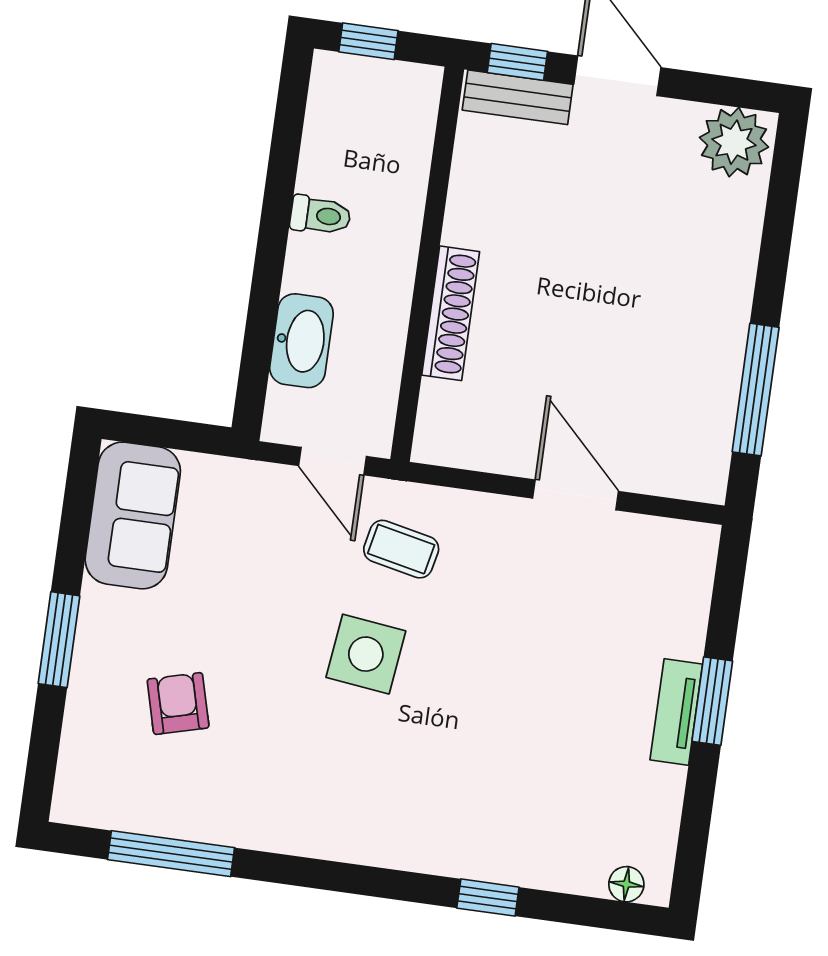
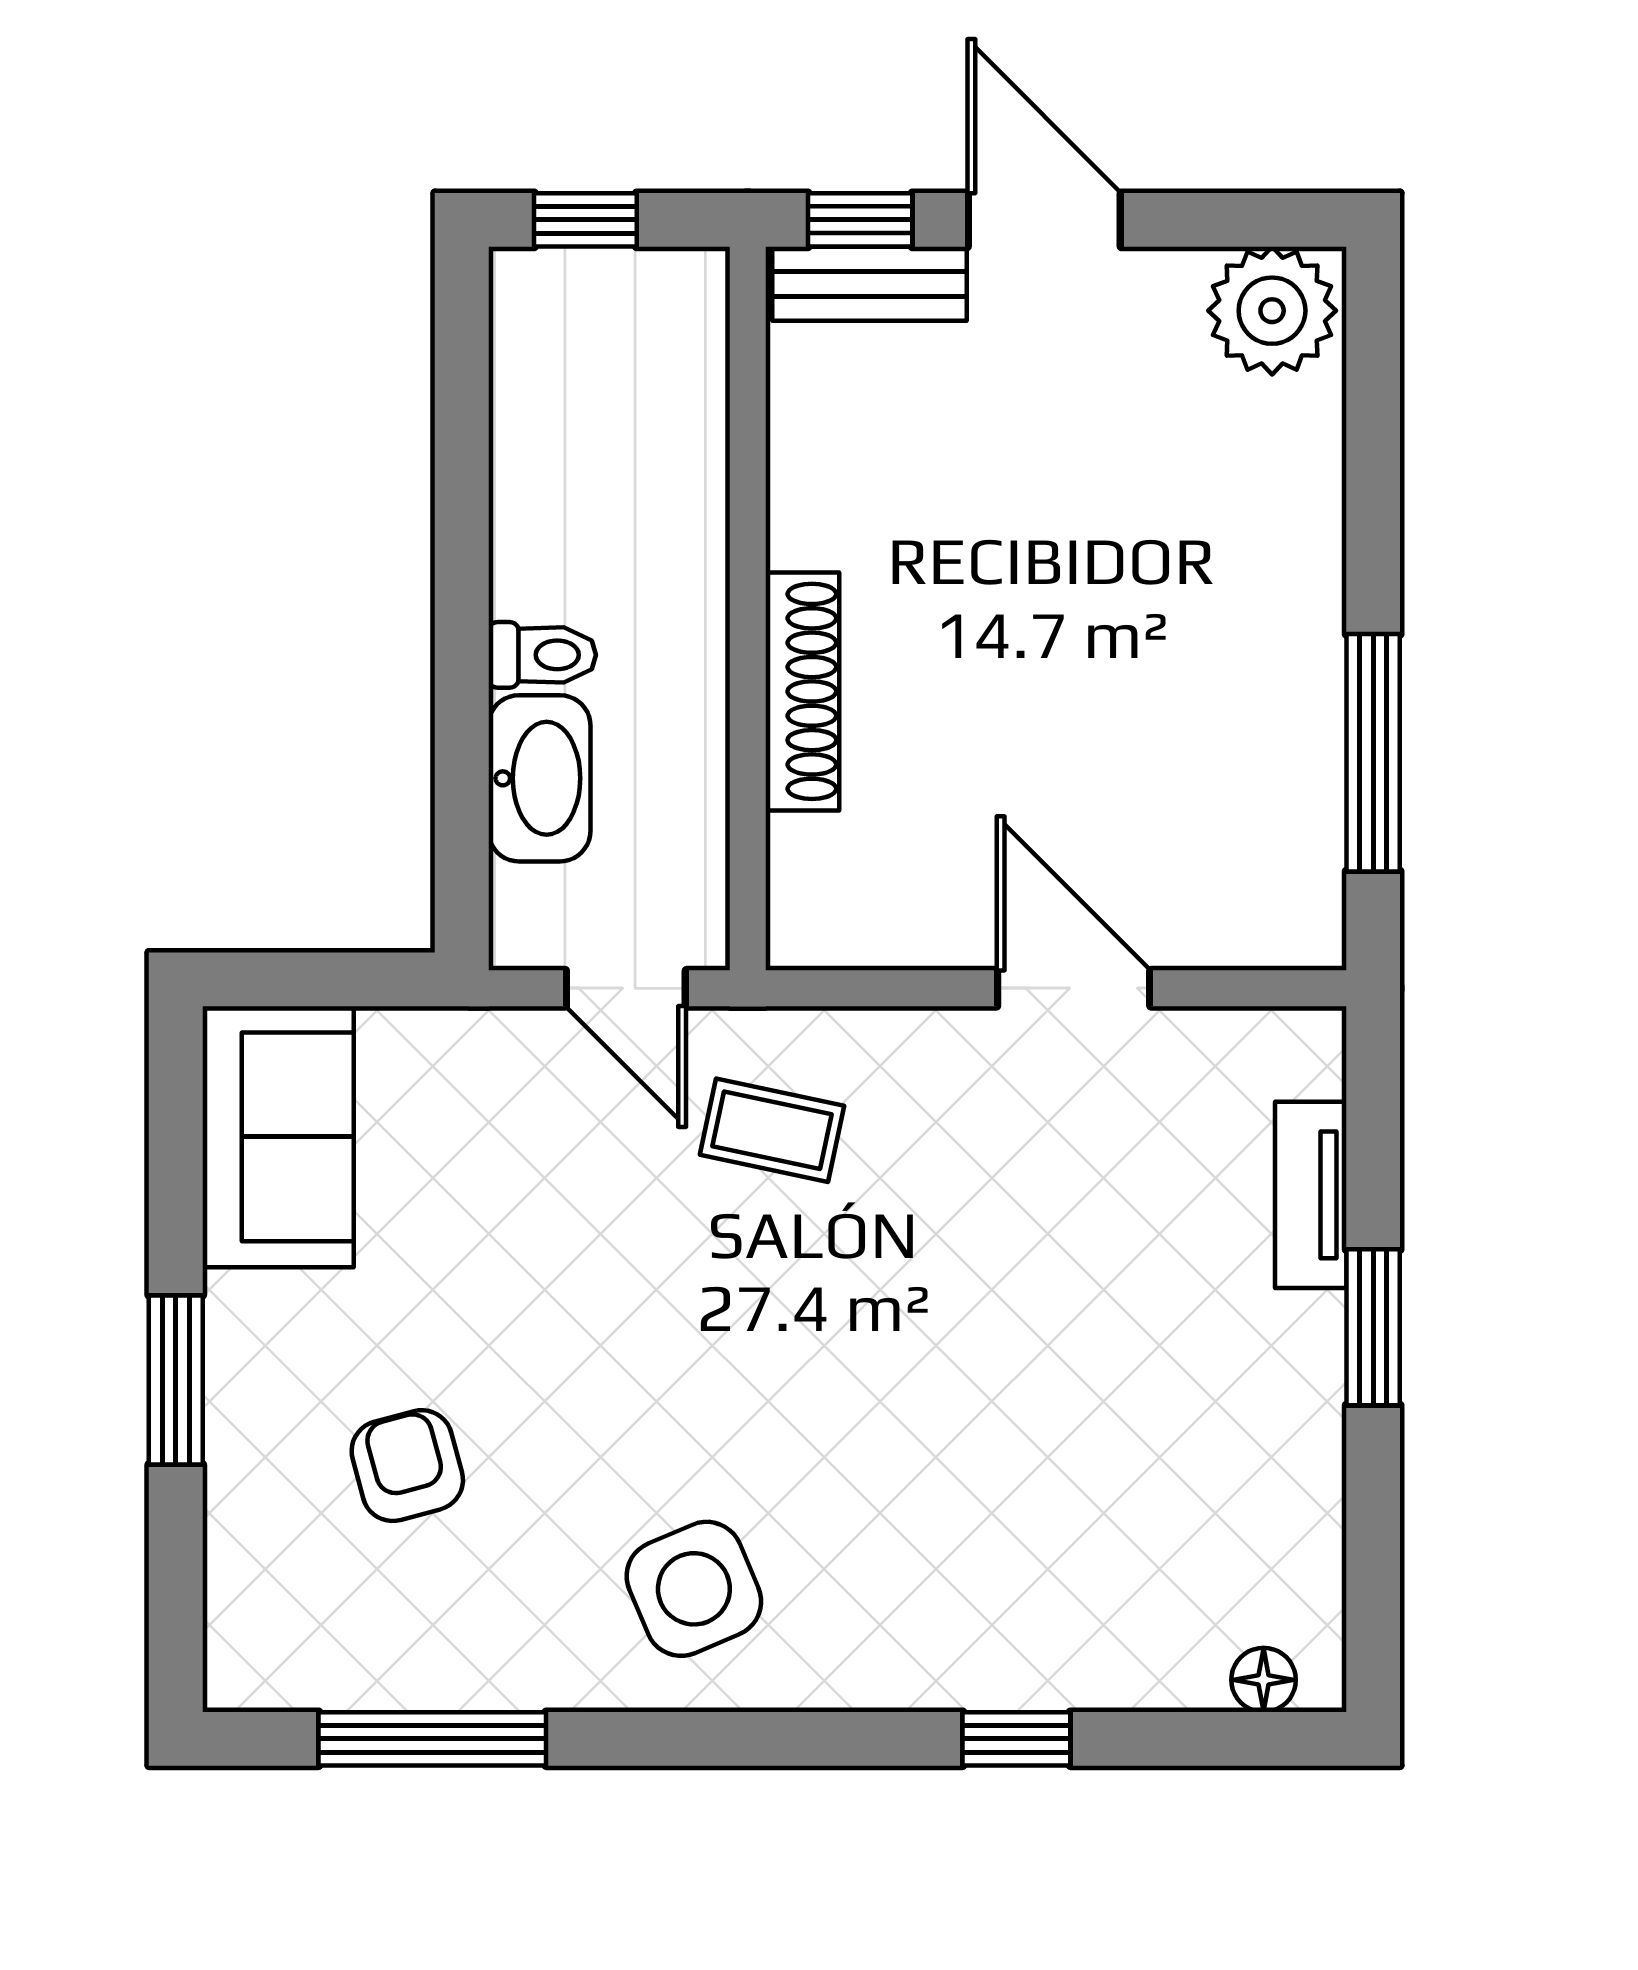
toilet: (320, 215) -> (542, 655), moved
side table: (366, 654) -> (694, 1589), moved, turned -30
tv unit: (676, 712) -> (1311, 1195), moved

